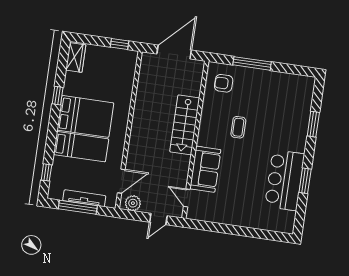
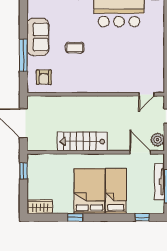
stairs: (185, 125) -> (82, 141), moved, turned 180
coffee table: (238, 127) -> (75, 48), moved
sofa: (205, 169) -> (38, 37), moved, turned 90

